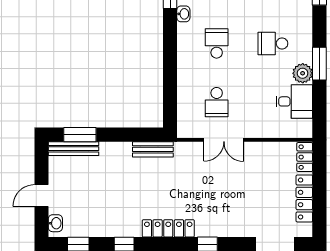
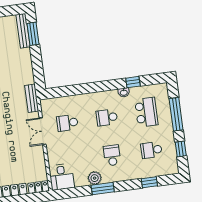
school desk: (217, 43) -> (107, 117), turned 180
desk: (294, 101) -> (62, 177), moved
bench: (153, 149) -> (32, 98), moved

